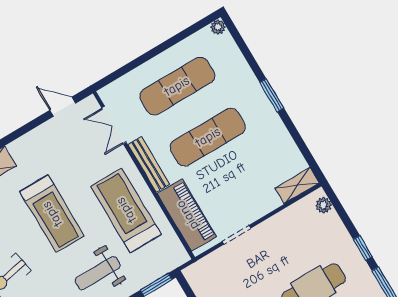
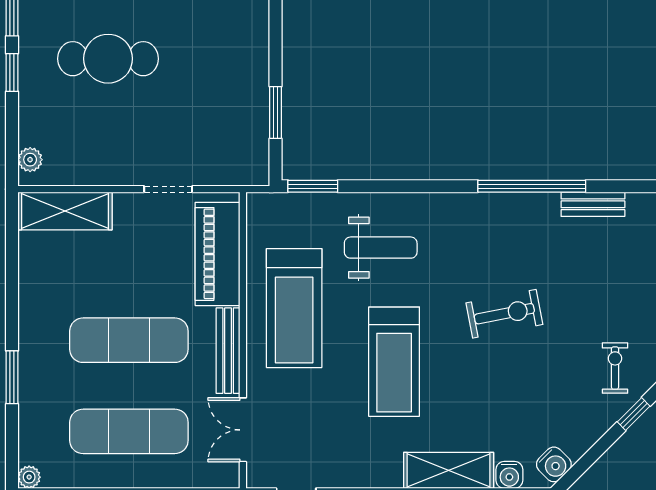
window: (272, 95) -> (12, 377), moved
double door: (114, 125) -> (243, 430), swing flipped
shelving: (297, 186) -> (65, 211), width x1.50, depth x1.33
treadmill: (52, 214) -> (394, 362), turned 180

